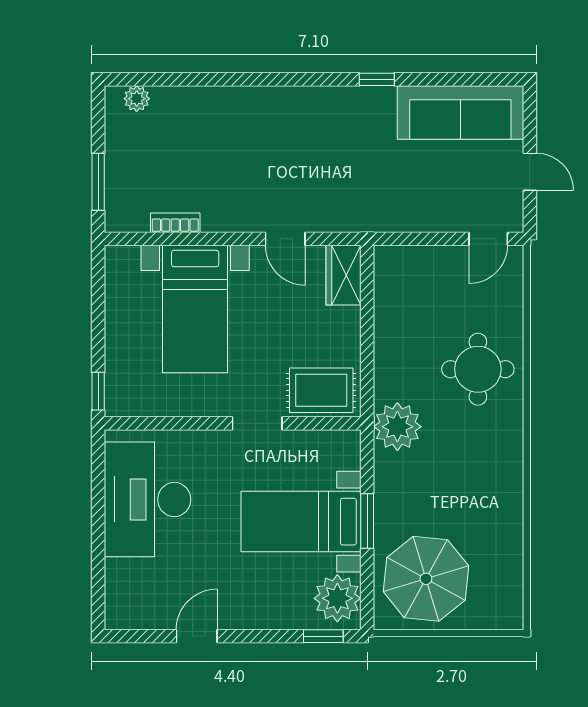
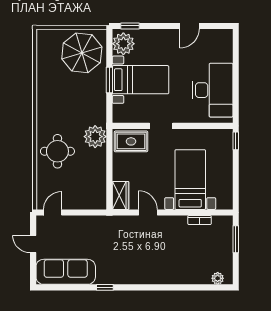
plant: (397, 427) -> (95, 137), moved

